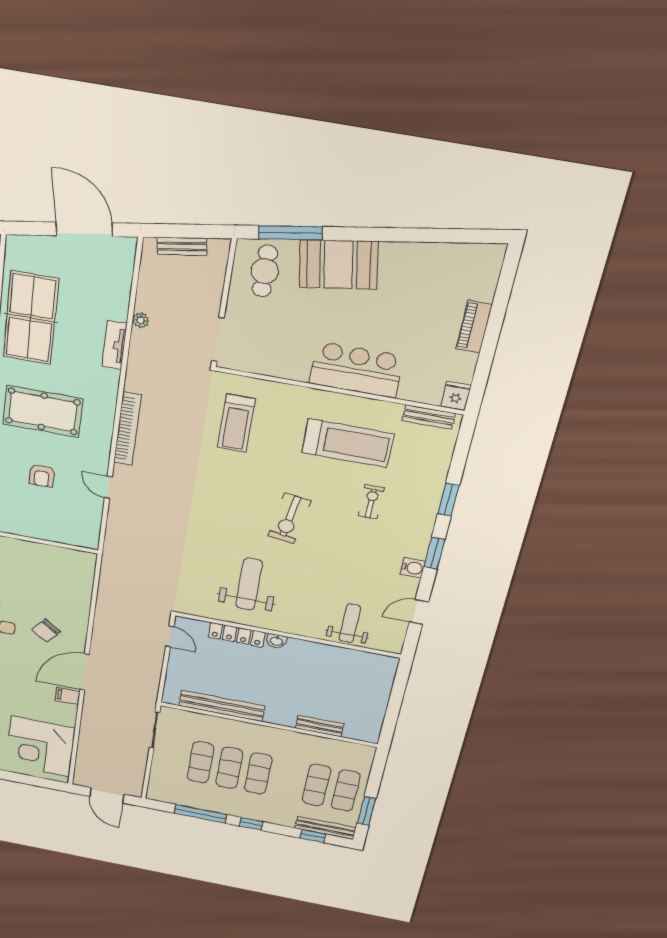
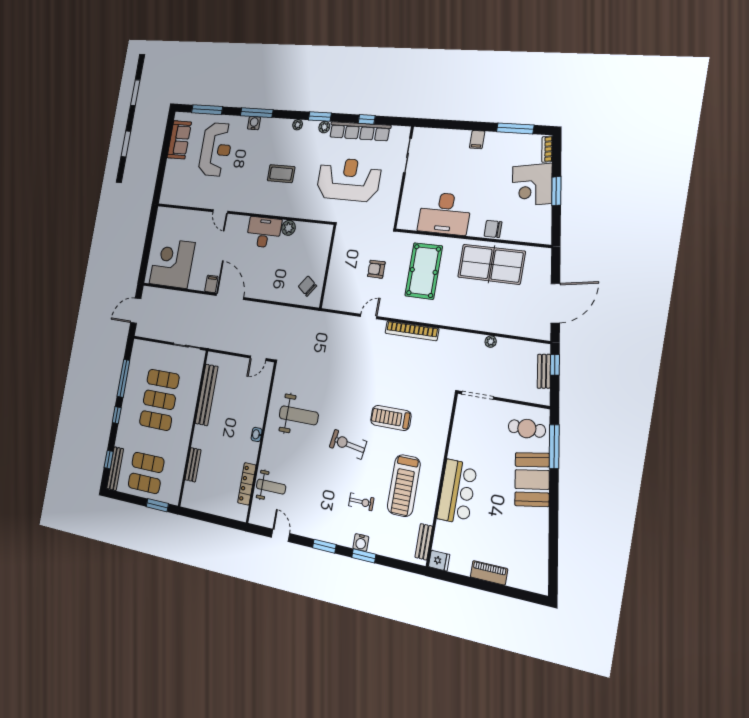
window: (173, 231) -> (555, 365), added
tv unit: (114, 345) -> (473, 323), removed
treadmill: (236, 423) -> (391, 418), moved
water cooler: (413, 568) -> (361, 542), moved
chair: (46, 631) -> (307, 286), moved
locker: (237, 635) -> (247, 484), moved
window: (367, 811) -> (157, 505), moved

